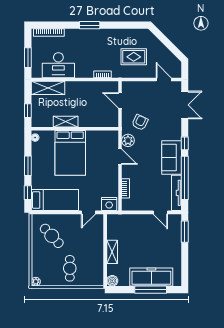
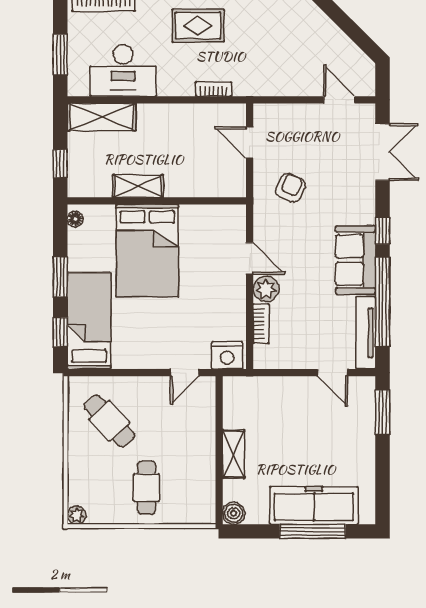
rug: (134, 57) -> (198, 26), moved
plant: (128, 140) -> (266, 289), moved
bed: (55, 200) -> (89, 321), moved, turned -90

